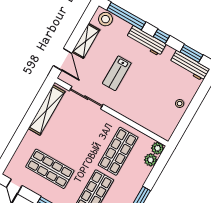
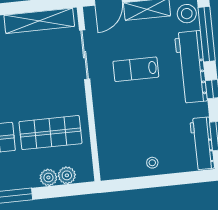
workbench: (146, 41) -> (191, 67), width x1.36, depth x1.32
plant: (157, 148) -> (48, 177), moved

